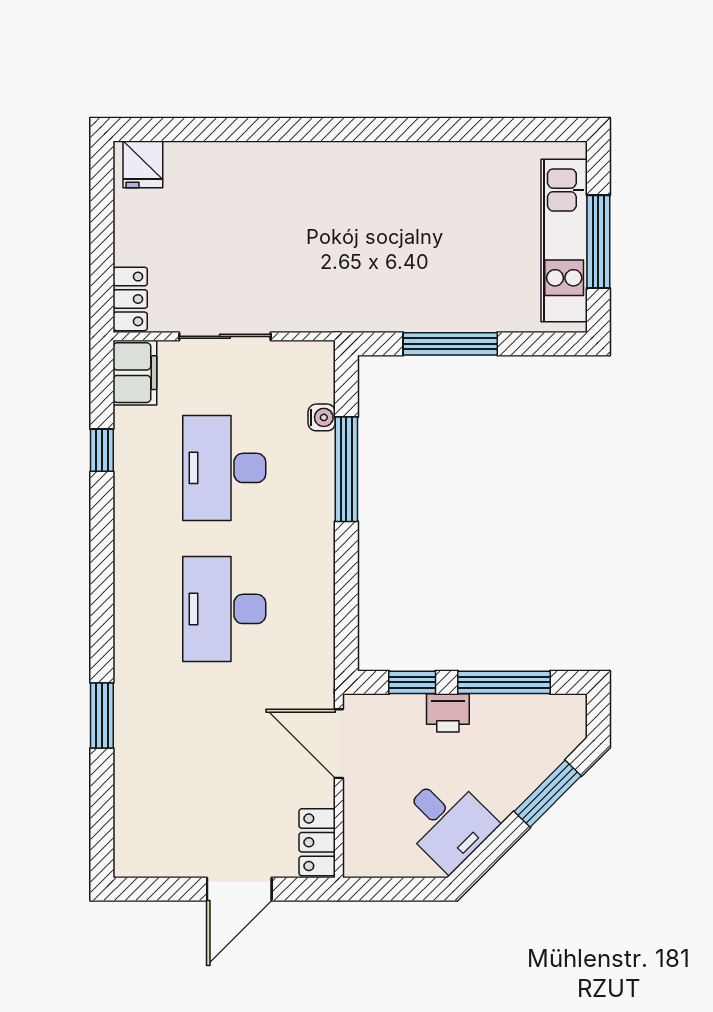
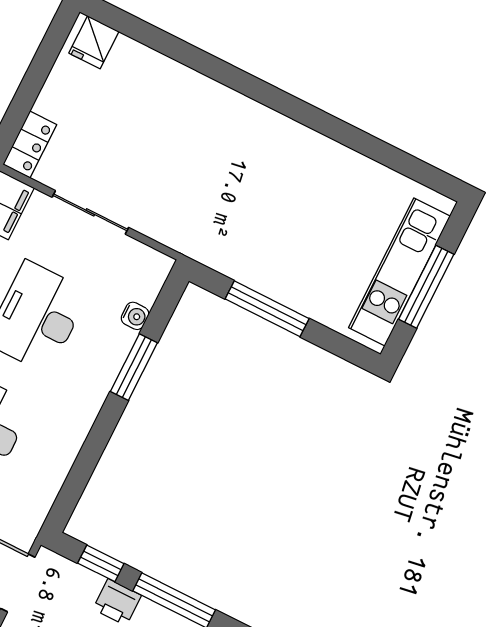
window: (346, 469) -> (134, 367), width x0.69

